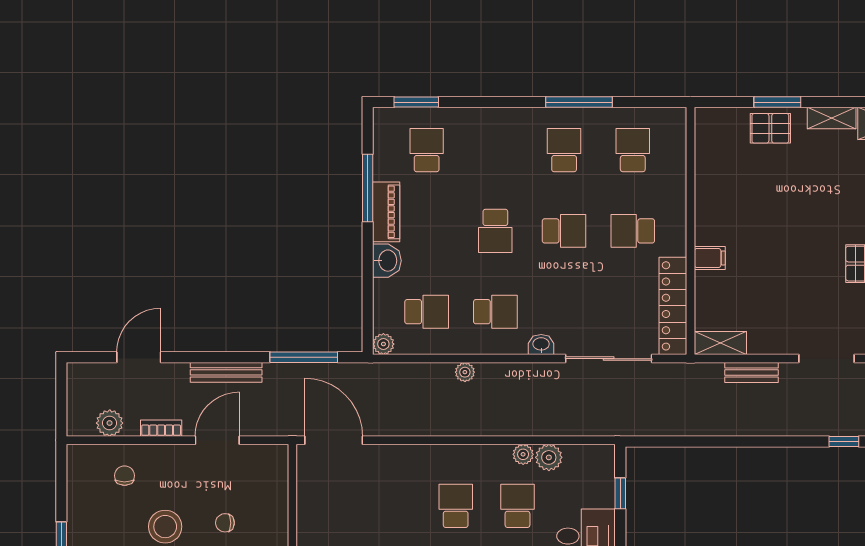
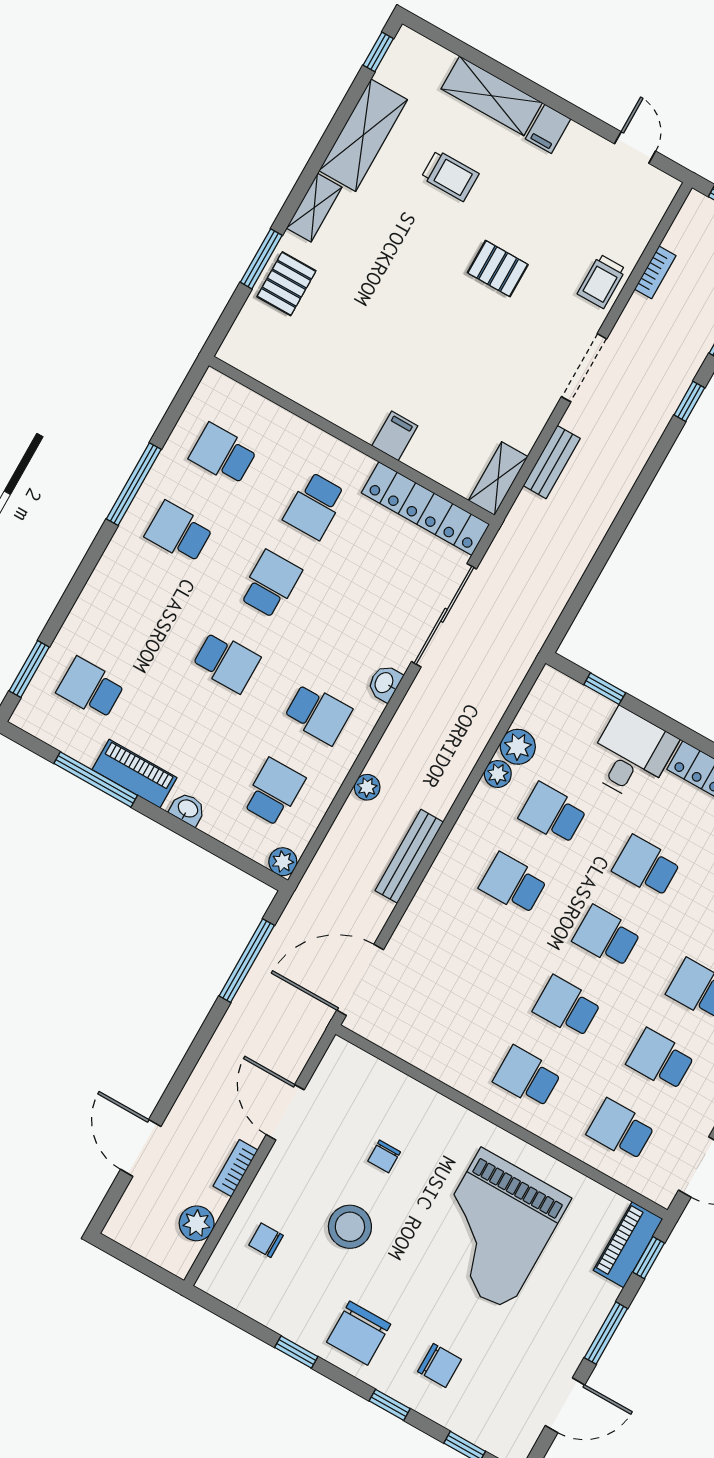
washbasin: (387, 261) -> (188, 809), width x0.72, depth x0.69
school desk: (495, 312) -> (318, 714), turned 90
bench: (226, 372) -> (409, 856), moved

